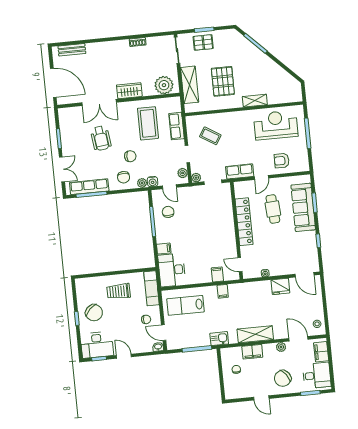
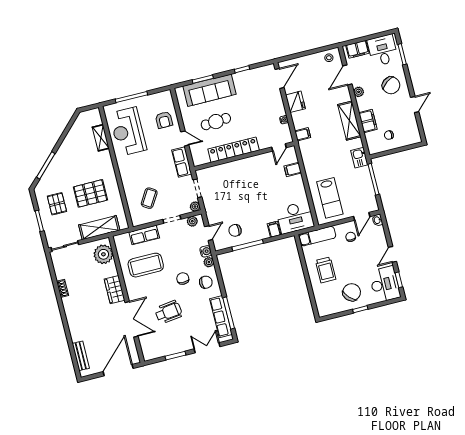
pallet: (203, 42) -> (57, 204), moved
shelving: (255, 101) -> (101, 138), moved
filing cabinet: (223, 291) -> (303, 134), moved

